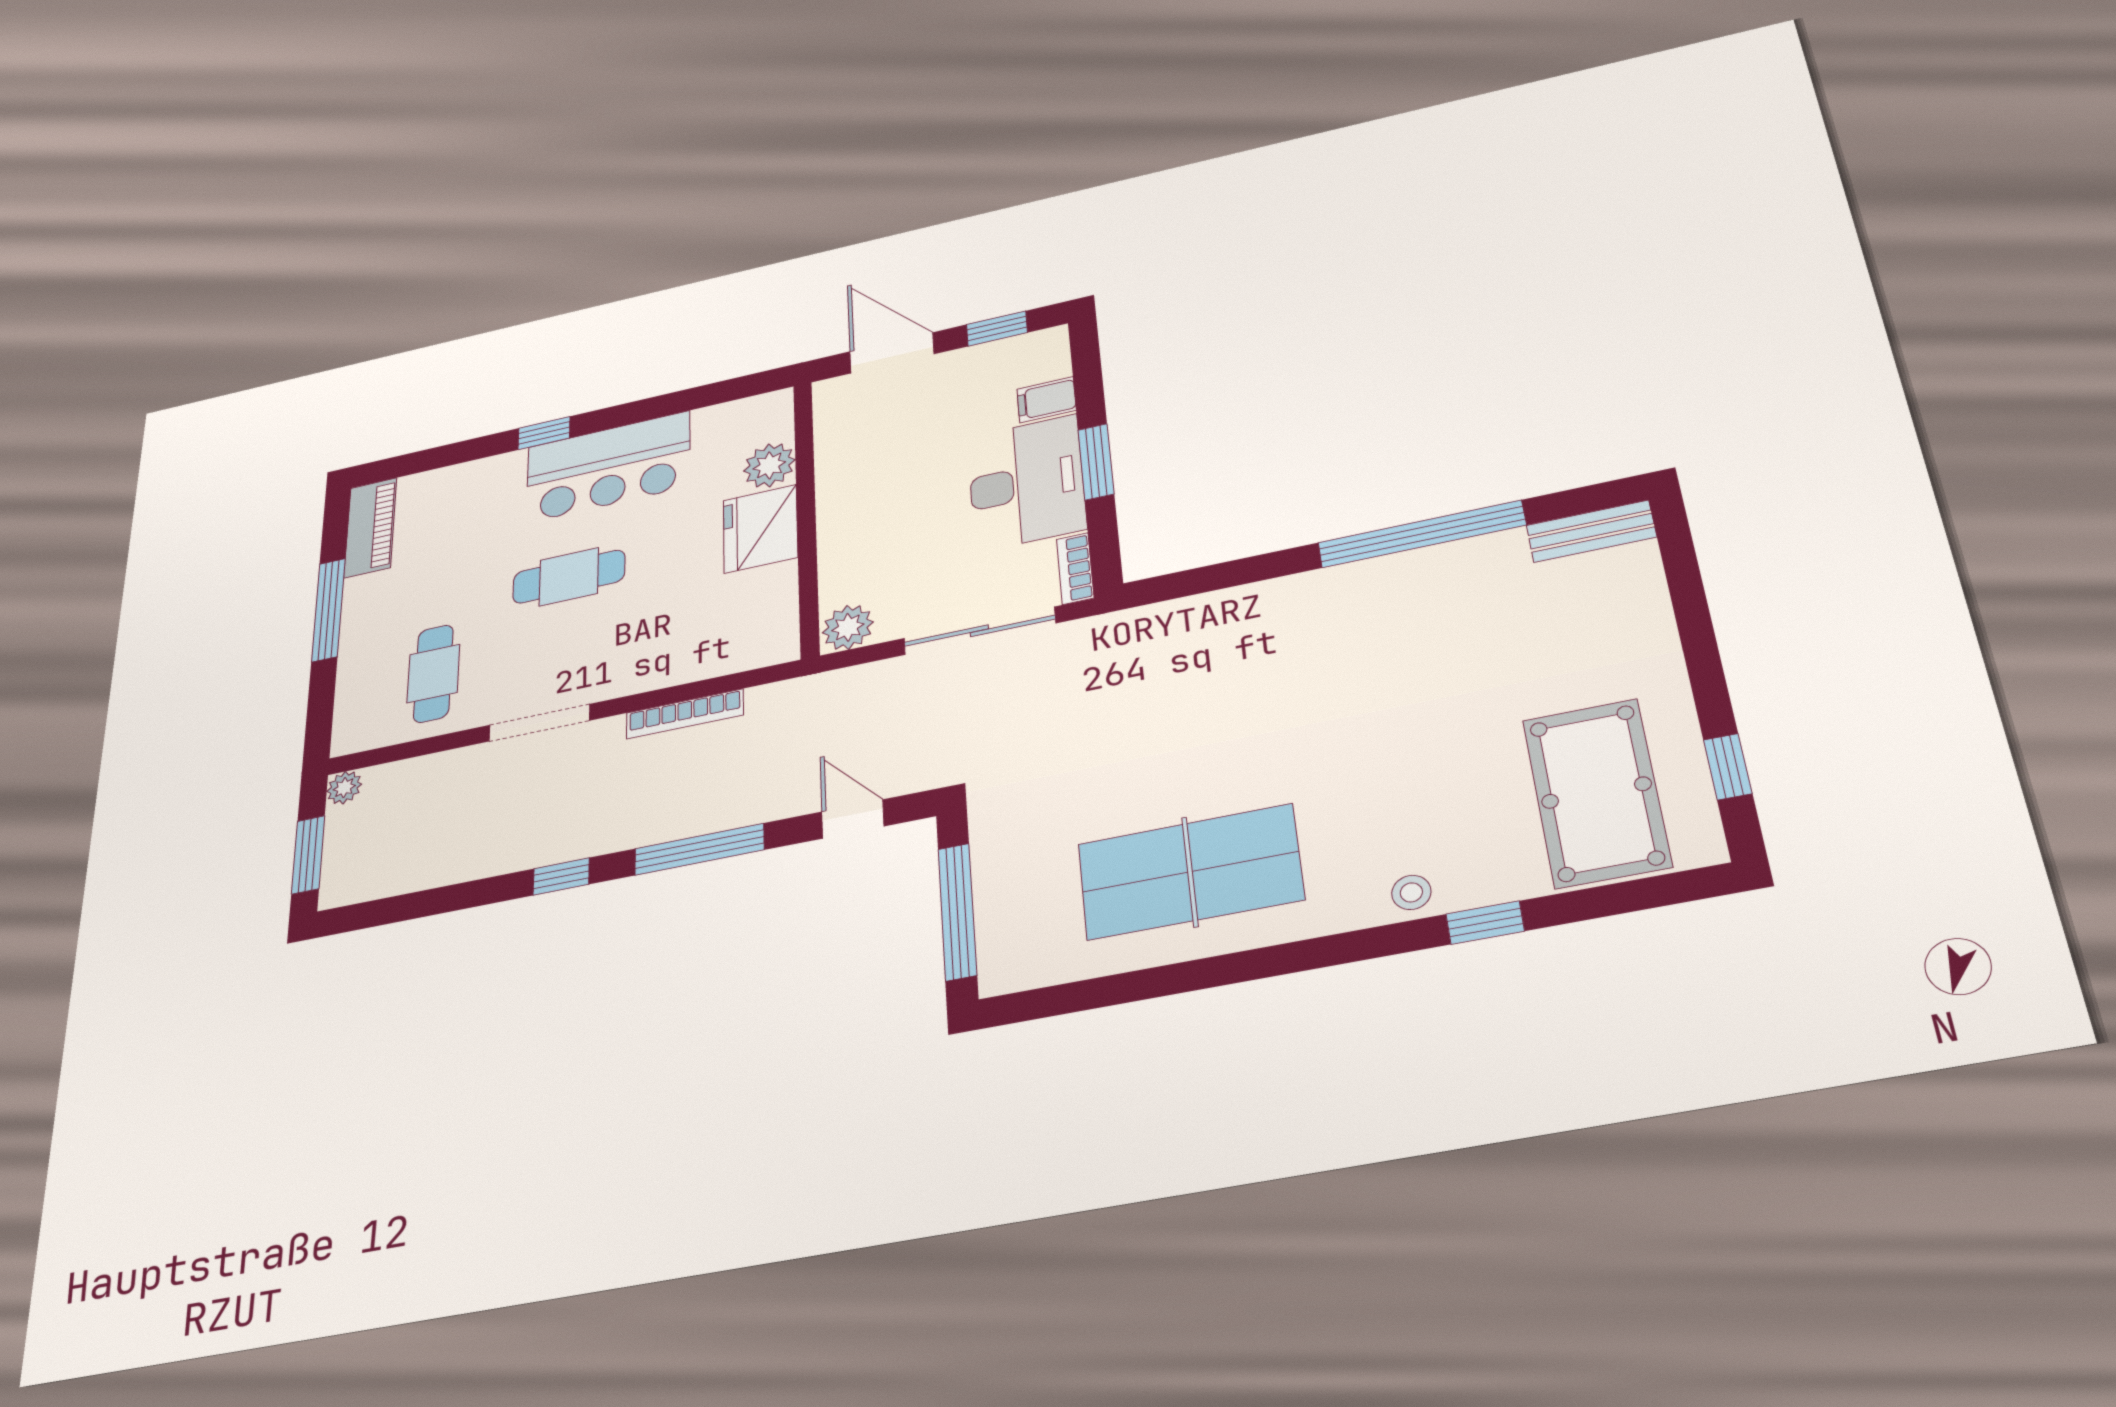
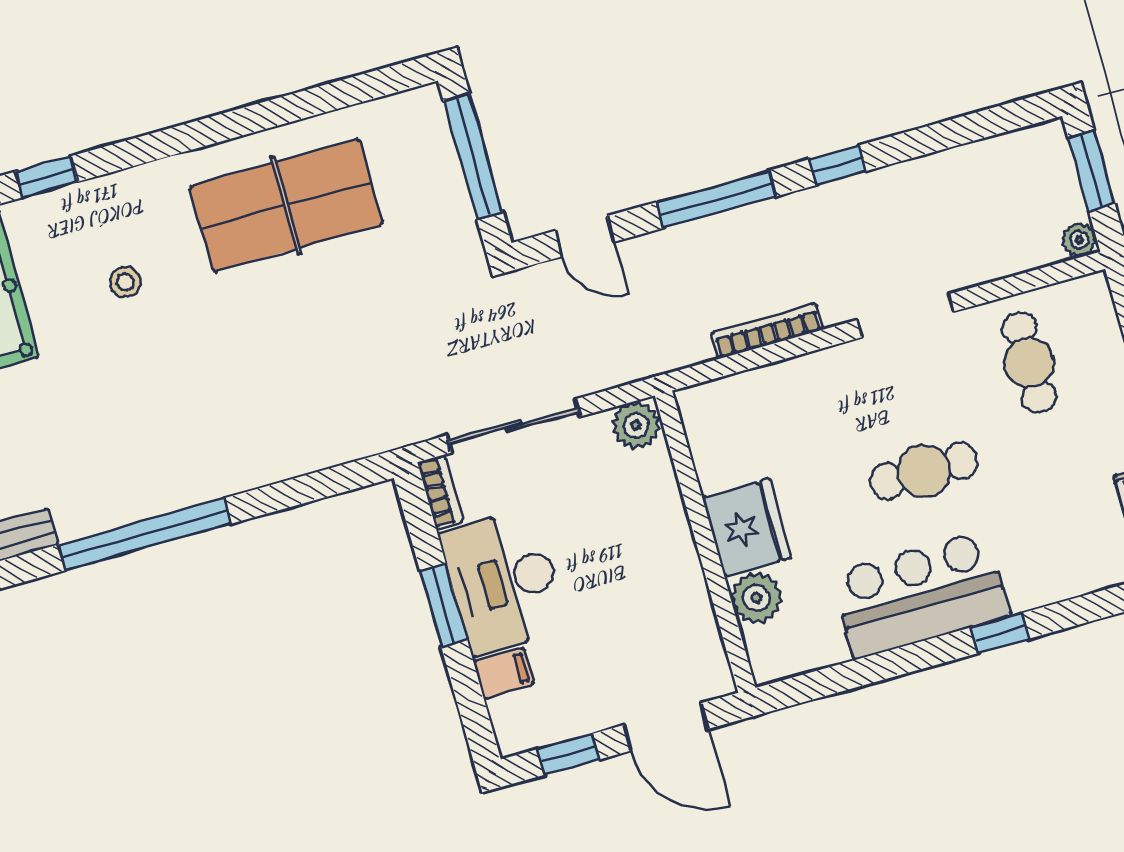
stool: (1411, 892) -> (125, 282), moved

